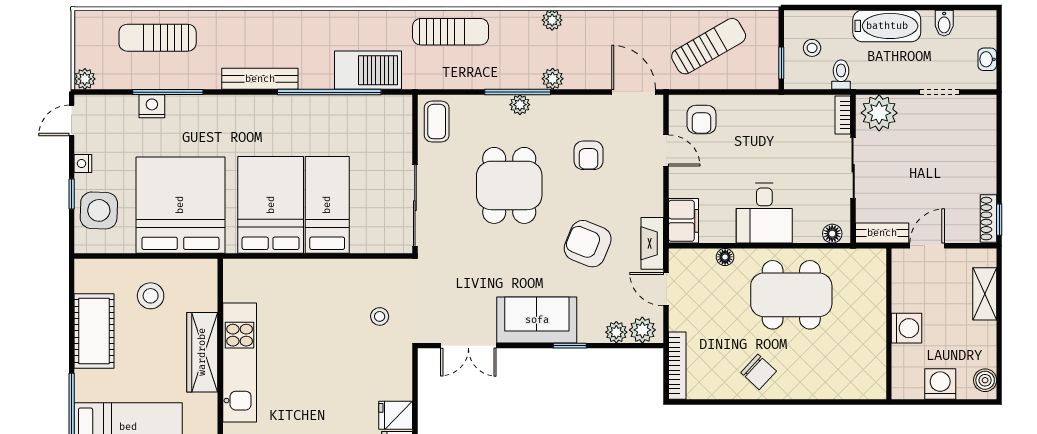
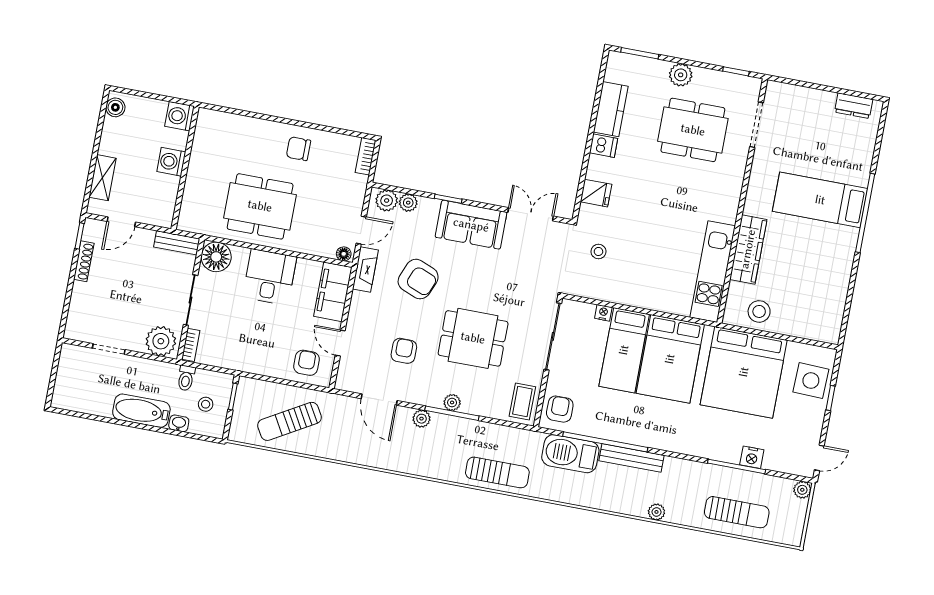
plant: (552, 20) -> (656, 512), moved
bidet: (944, 23) -> (94, 404), removed
sun lounger: (451, 32) -> (497, 472), turned 180
washbasin: (987, 59) -> (179, 423), moved, turned -90
bench: (260, 79) -> (631, 458), moved
door: (634, 92) -> (379, 400), moved
armchair: (391, 121) -> (560, 409), added
nightstand: (83, 163) -> (603, 313), moved, turned -90
dining table: (509, 185) -> (473, 338), turned 90
shoe rack: (988, 219) -> (84, 261), moved
filing cabinet: (684, 221) -> (333, 292), width x1.50, depth x1.17
floor lamp: (832, 234) -> (216, 257), width x1.89, depth x1.89
door: (927, 246) -> (121, 222), moved
floor lamp: (725, 257) -> (344, 254), moved
door: (666, 289) -> (361, 230), hinge flipped
stool: (151, 296) -> (759, 311), moved
cot: (94, 331) -> (833, 283), removed
kitchen unit: (240, 363) -> (713, 272), moved
bookcase: (677, 366) -> (366, 156), width x0.64
chair: (759, 372) -> (298, 149), turned -43
washing machine: (940, 384) -> (180, 116), moved, turned 90
fridge: (396, 415) -> (596, 193), moved

